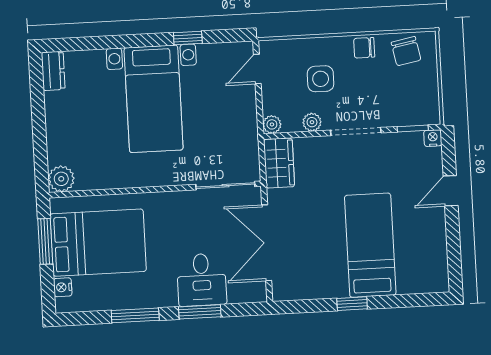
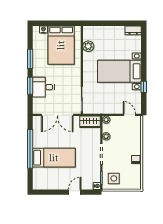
chair: (406, 51) -> (133, 177), removed
side table: (321, 79) -> (114, 178), moved
plant: (61, 179) -> (88, 46), moved
door: (451, 191) -> (75, 192), hinge flipped
window: (45, 241) -> (63, 23), removed
double door: (267, 243) -> (57, 115), swing flipped
window: (352, 304) -> (30, 149), width x3.17

